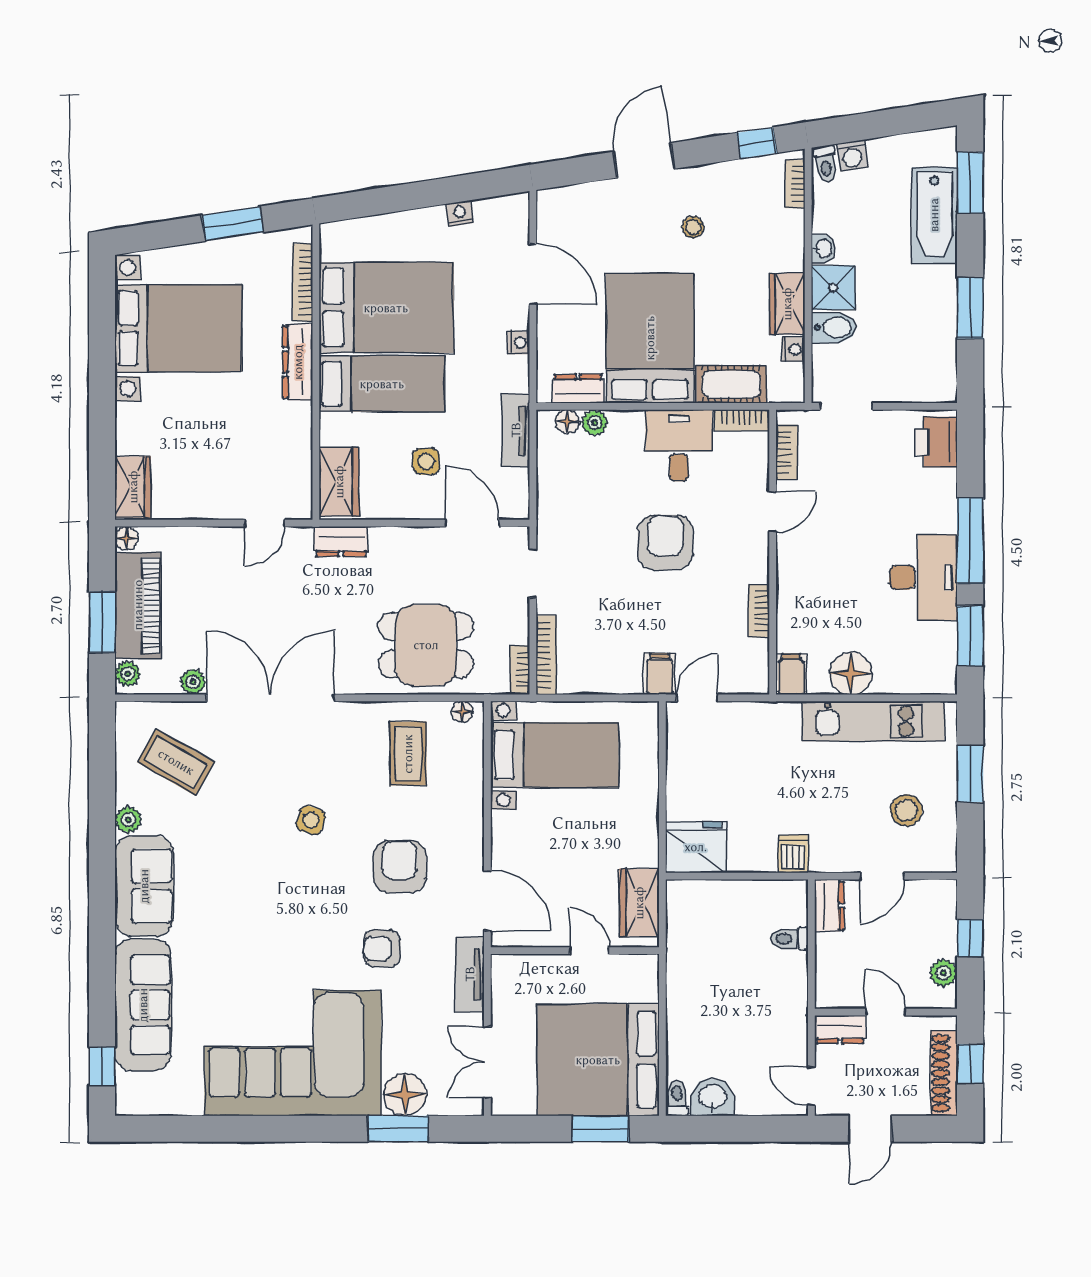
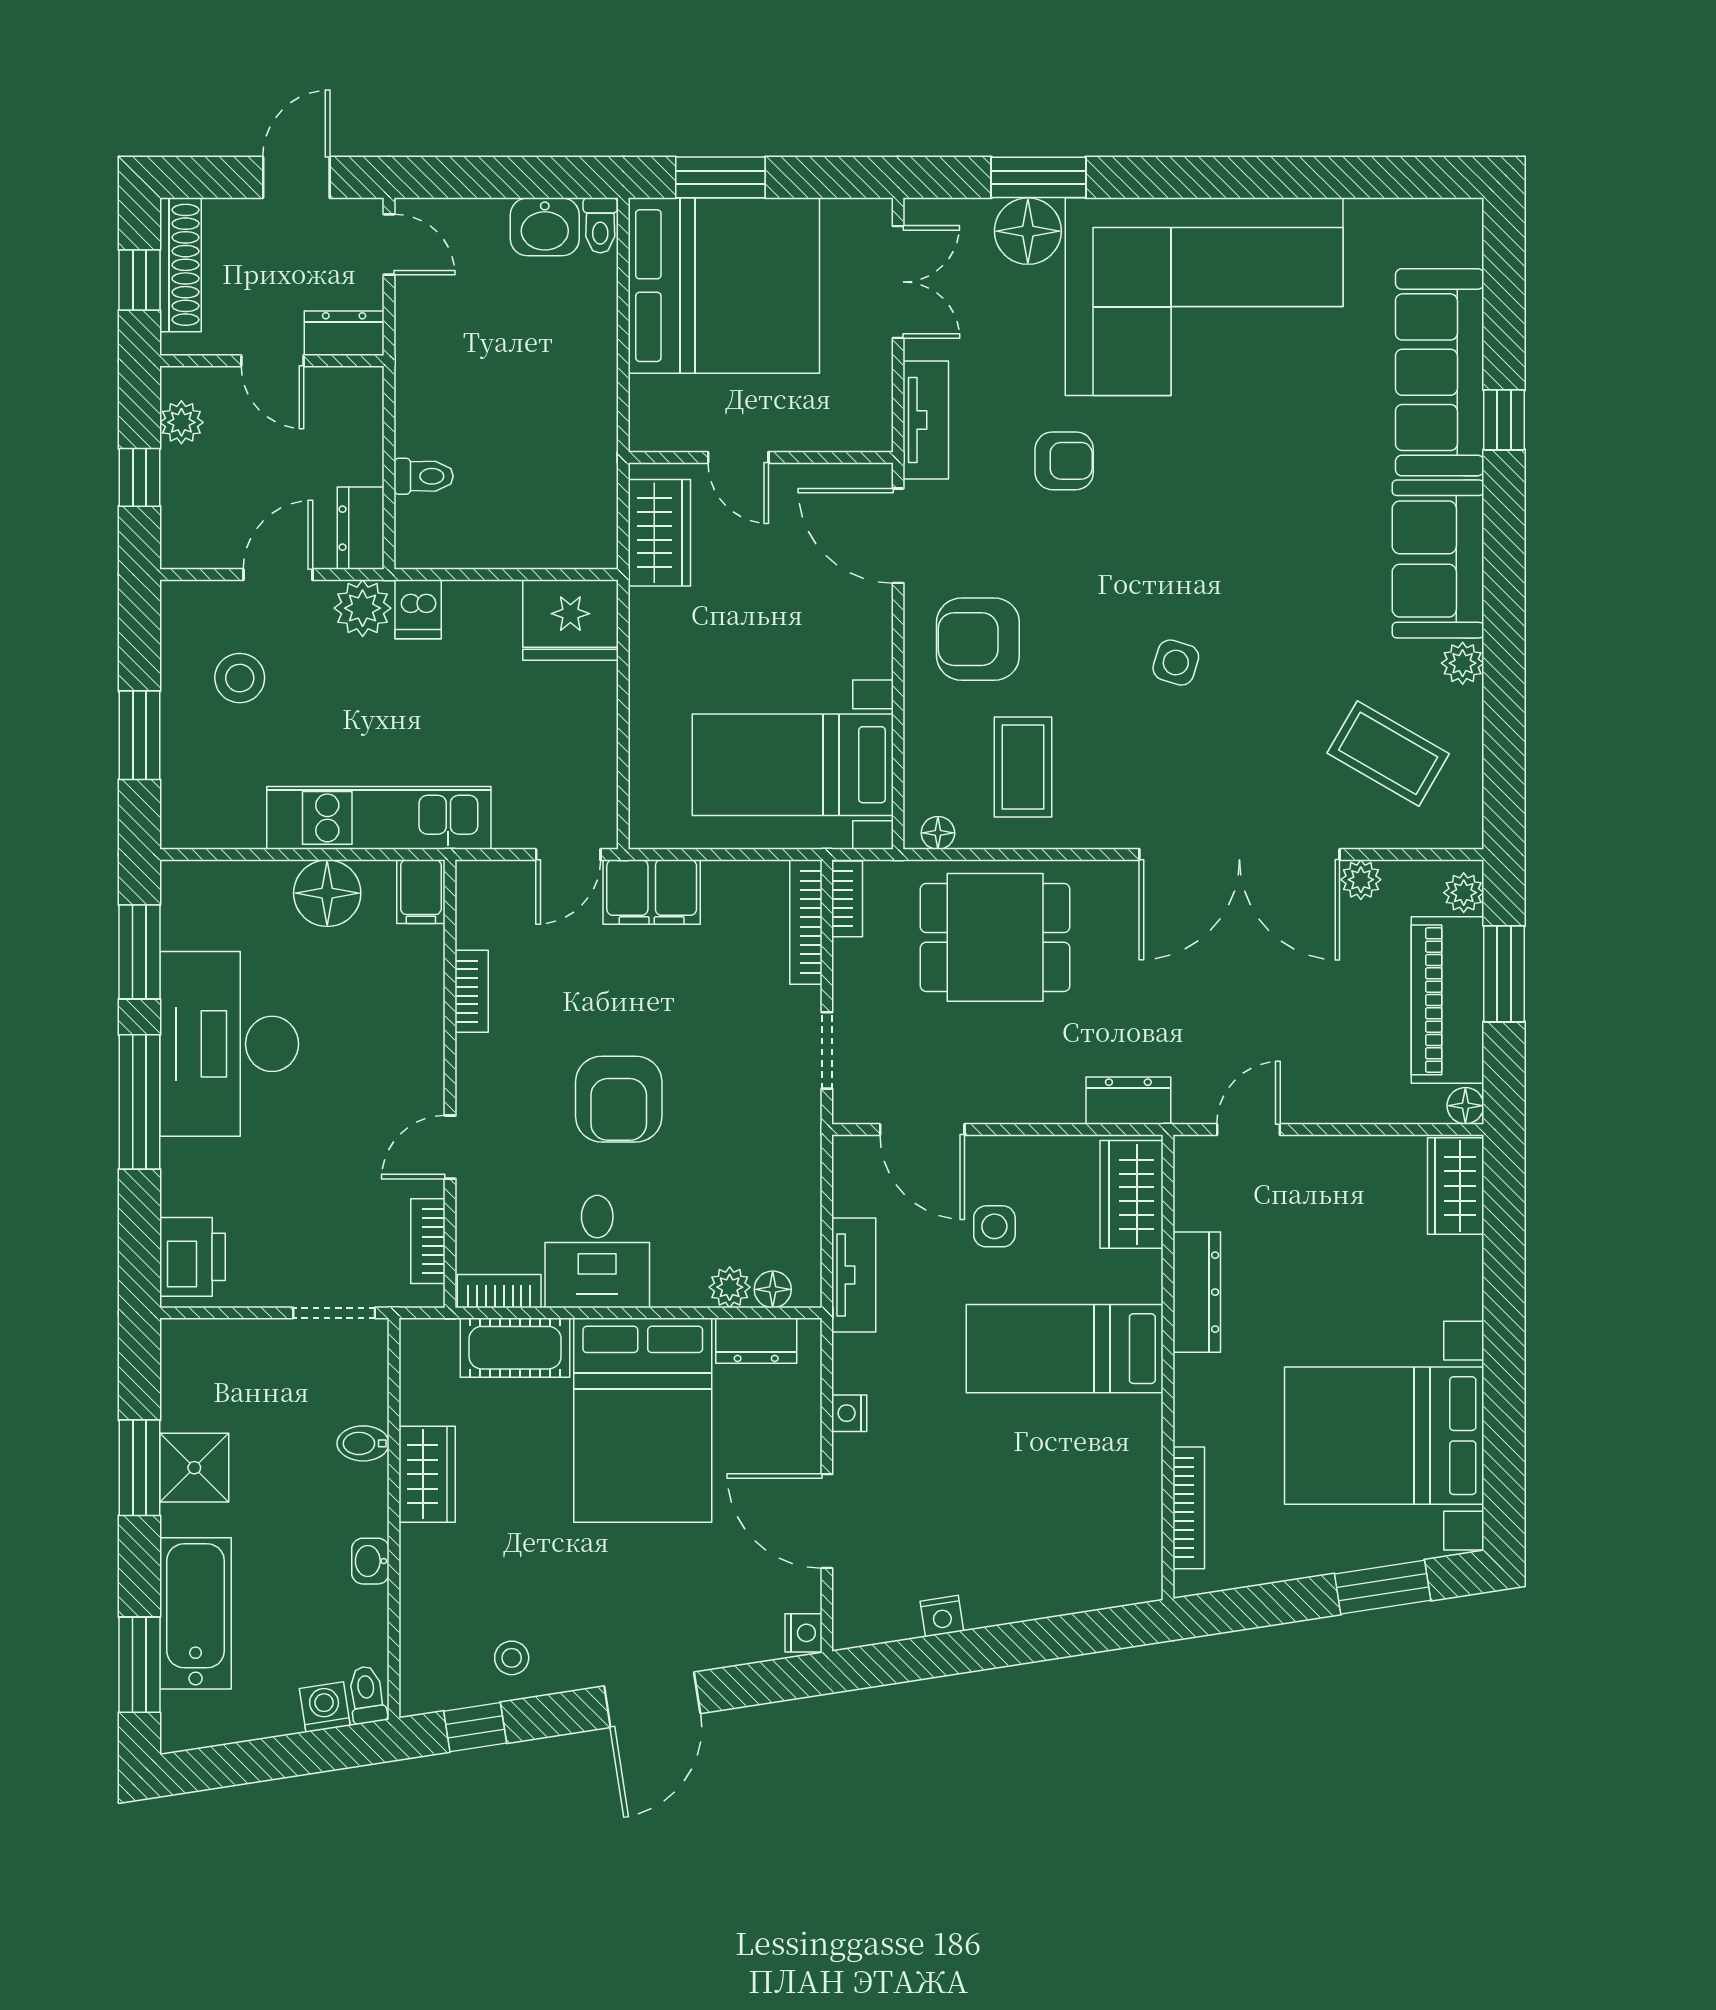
bookcase: (795, 184) -> (414, 1663), removed
window: (233, 224) -> (1383, 1587), moved
stool: (693, 227) -> (512, 1658), moved
shower: (833, 288) -> (194, 1468), moved
bed: (386, 308) -> (1057, 1468), removed
bidet: (834, 328) -> (363, 1443), width x0.72, depth x0.74
nightstand: (793, 349) -> (803, 1633), moved, turned 180
dresser: (298, 362) -> (1197, 1292), moved
desk: (923, 578) -> (229, 1044), width x1.36, depth x1.30
filing cabinet: (660, 674) -> (652, 892), width x2.00
kitchen unit: (873, 721) -> (379, 818), moved
plant: (828, 855) -> (363, 608), added
armchair: (400, 867) -> (978, 639), moved, turned 90
window: (102, 1066) -> (1504, 420), moved

